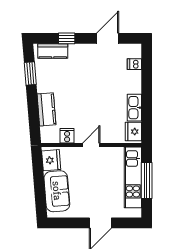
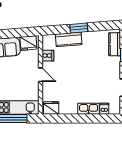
window: (30, 73) -> (79, 28), moved
kitchen sink: (134, 108) -> (89, 109), moved

